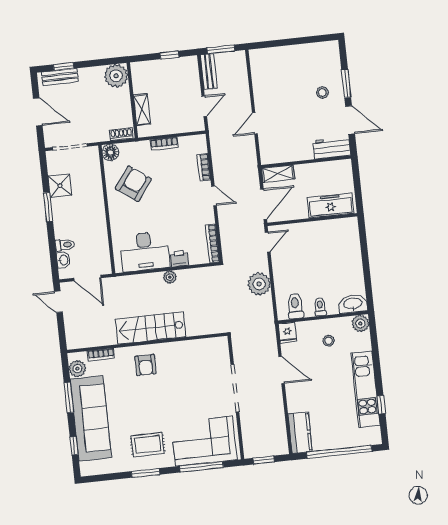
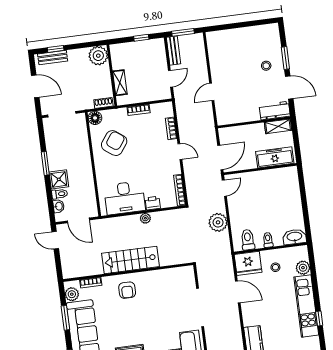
shelving: (278, 174) -> (278, 126), moved
shower: (60, 186) -> (59, 179), moved
plant: (360, 323) -> (303, 268), moved
fridge: (287, 333) -> (248, 263), width x1.88, depth x1.34

